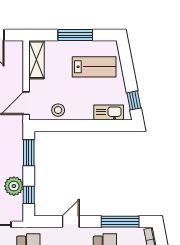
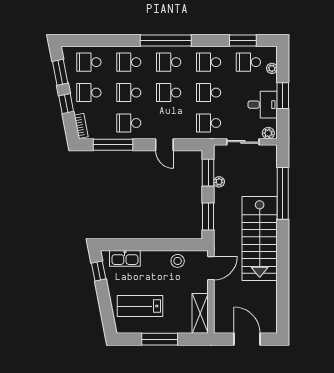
plant: (14, 186) -> (219, 182), width x0.53, depth x0.53
window: (29, 195) -> (208, 173), width x1.50
door: (71, 222) -> (164, 145), hinge flipped

